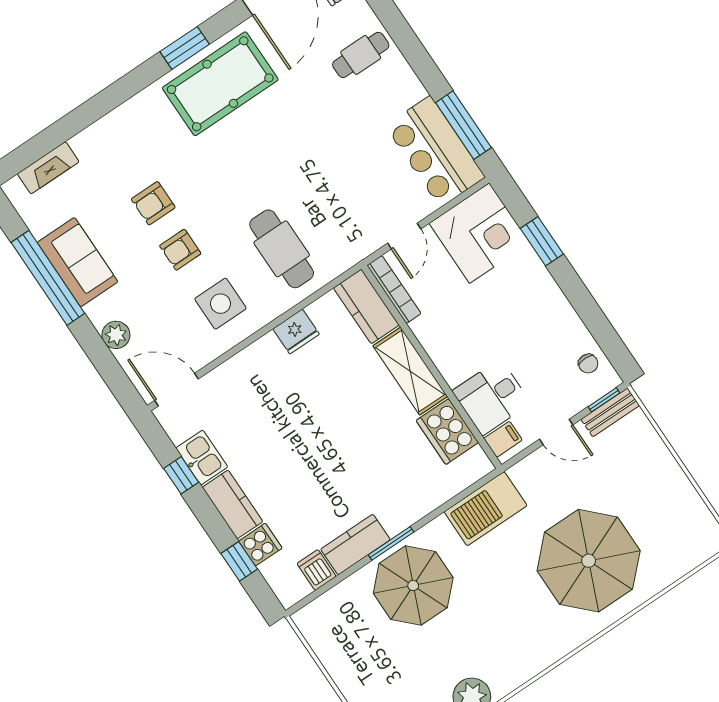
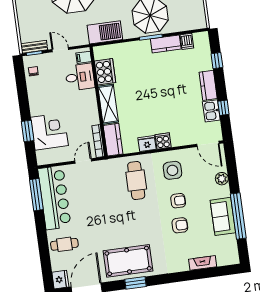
bar counter: (435, 151) -> (54, 198), width x1.36
fireplace: (48, 168) -> (203, 263), moved
corner desk: (480, 233) -> (49, 131), moved, turned 90
cooker: (260, 545) -> (163, 141), moved, turned 90

